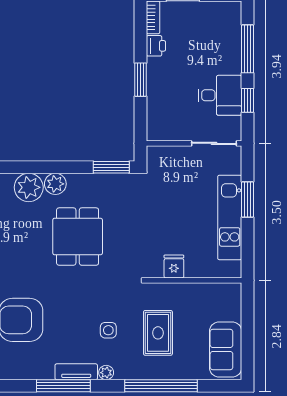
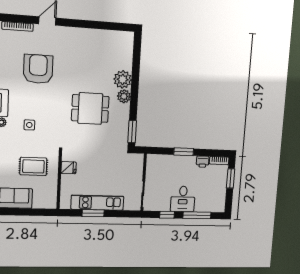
desk: (220, 95) -> (183, 199), moved
window: (247, 199) -> (93, 213), moved
rug: (158, 333) -> (33, 166), moved

